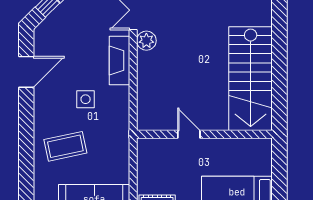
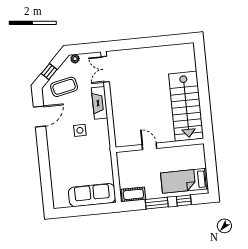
plant: (146, 41) -> (116, 88), removed
coffee table: (65, 146) -> (64, 87), moved

